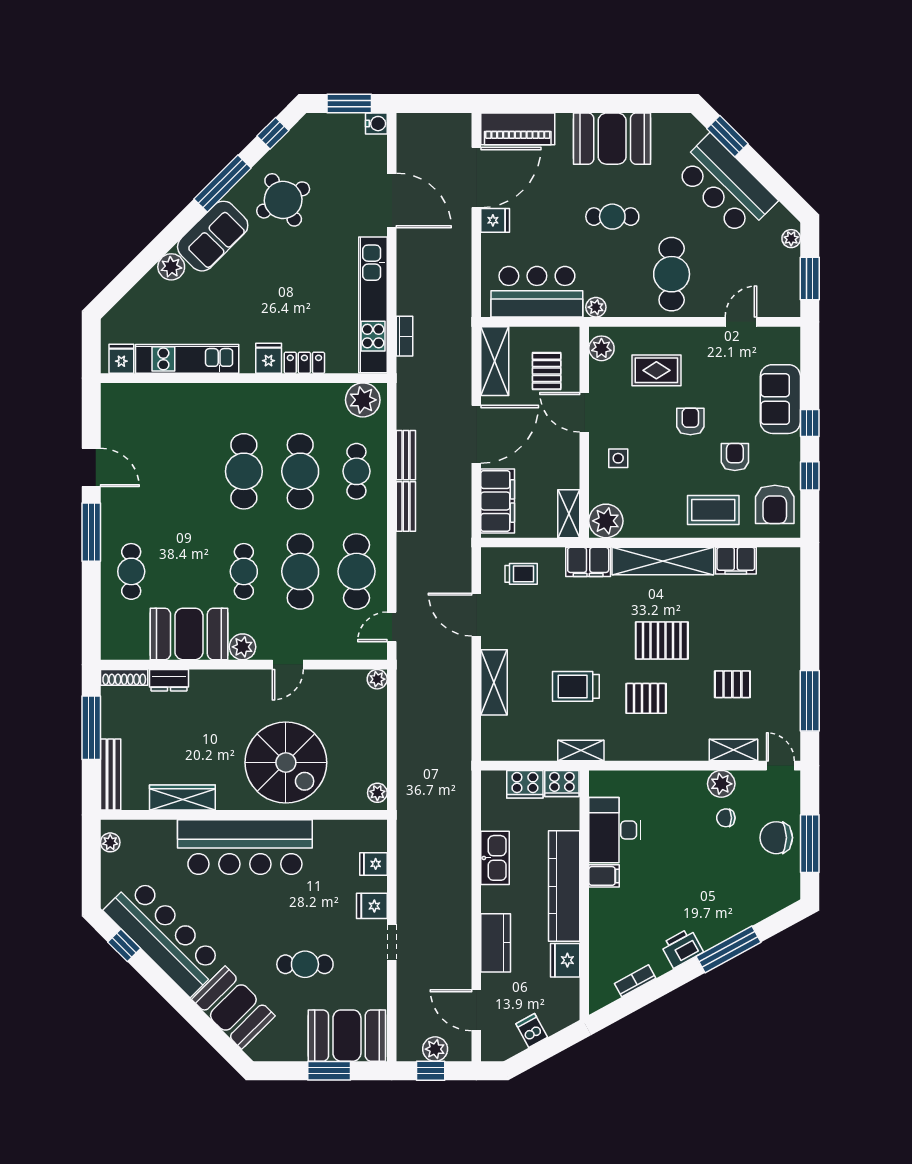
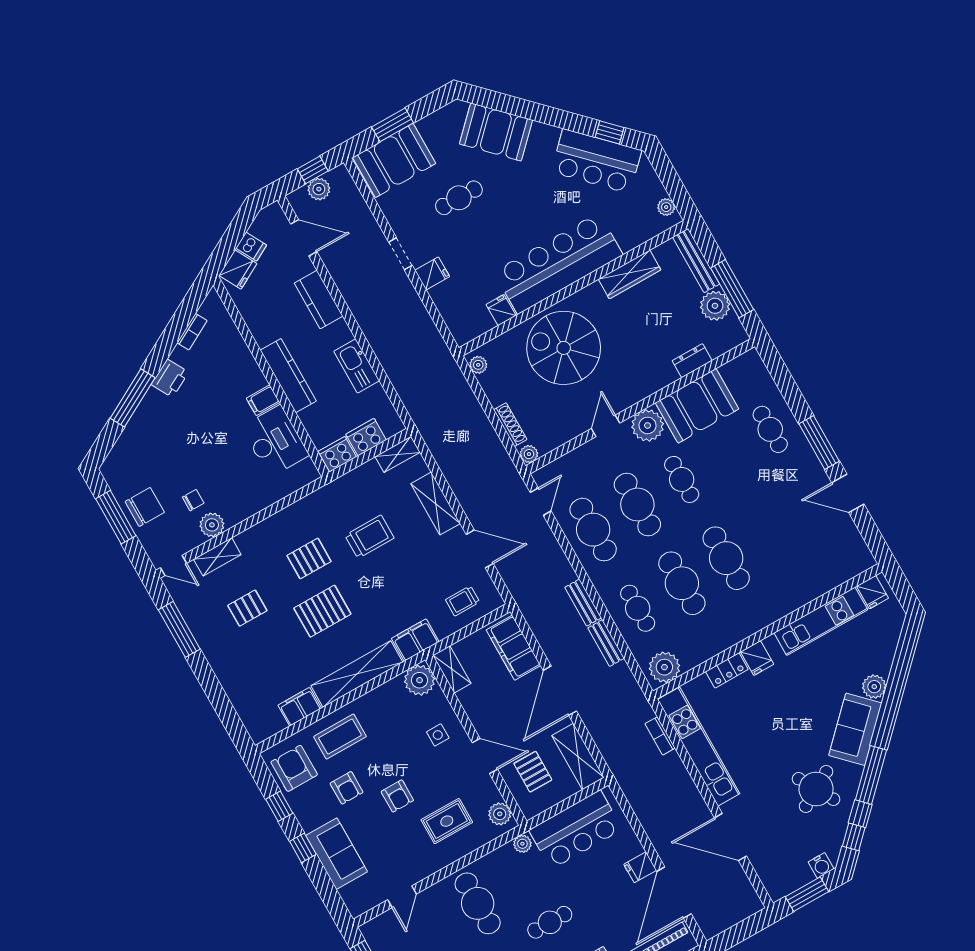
water cooler: (376, 124) -> (821, 865), moved, turned -90
plant: (243, 647) -> (648, 425), width x1.36, depth x1.36
shoe rack: (124, 677) -> (510, 425), moved, turned 90
plant: (117, 721) -> (715, 306), added
shelving: (581, 751) -> (398, 454), moved
fridge: (373, 864) -> (501, 310), moved, turned -90
kitchen counter: (564, 886) -> (288, 376), width x0.72, depth x0.86
bar counter: (164, 936) -> (596, 161), width x0.73
fridge: (565, 960) -> (238, 270), moved, turned 61

